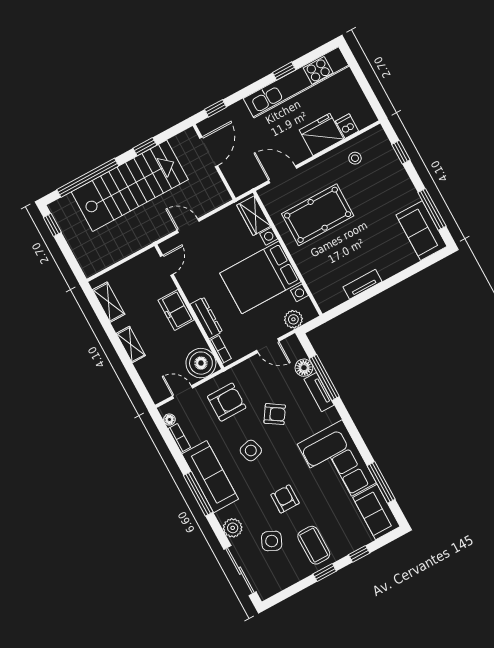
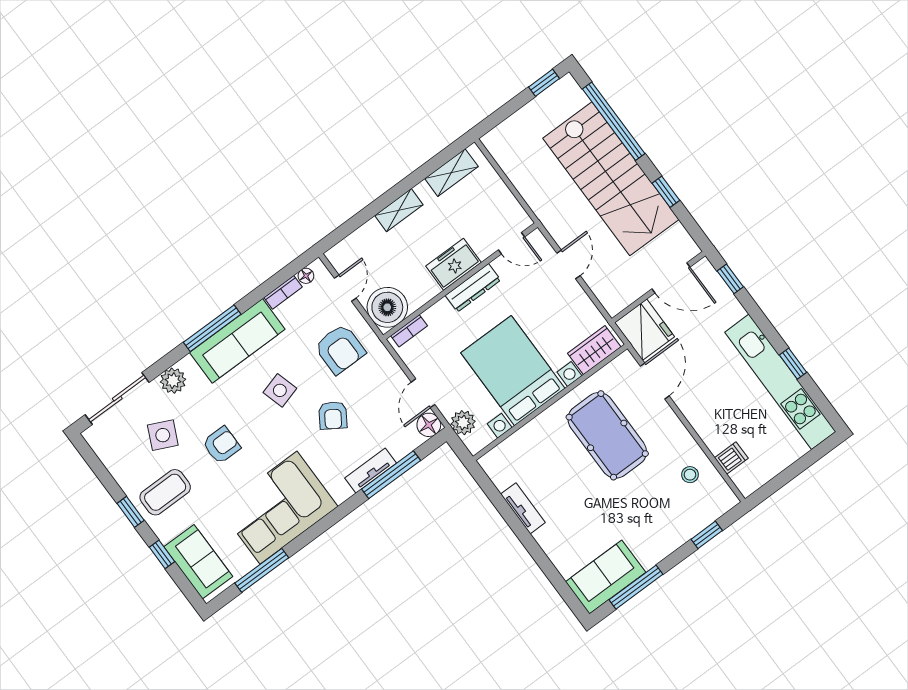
fridge: (321, 135) -> (644, 330), moved
dresser: (206, 318) -> (473, 288), moved
floor lamp: (304, 368) -> (429, 425), moved
sofa: (376, 512) -> (198, 562), moved, turned 90

